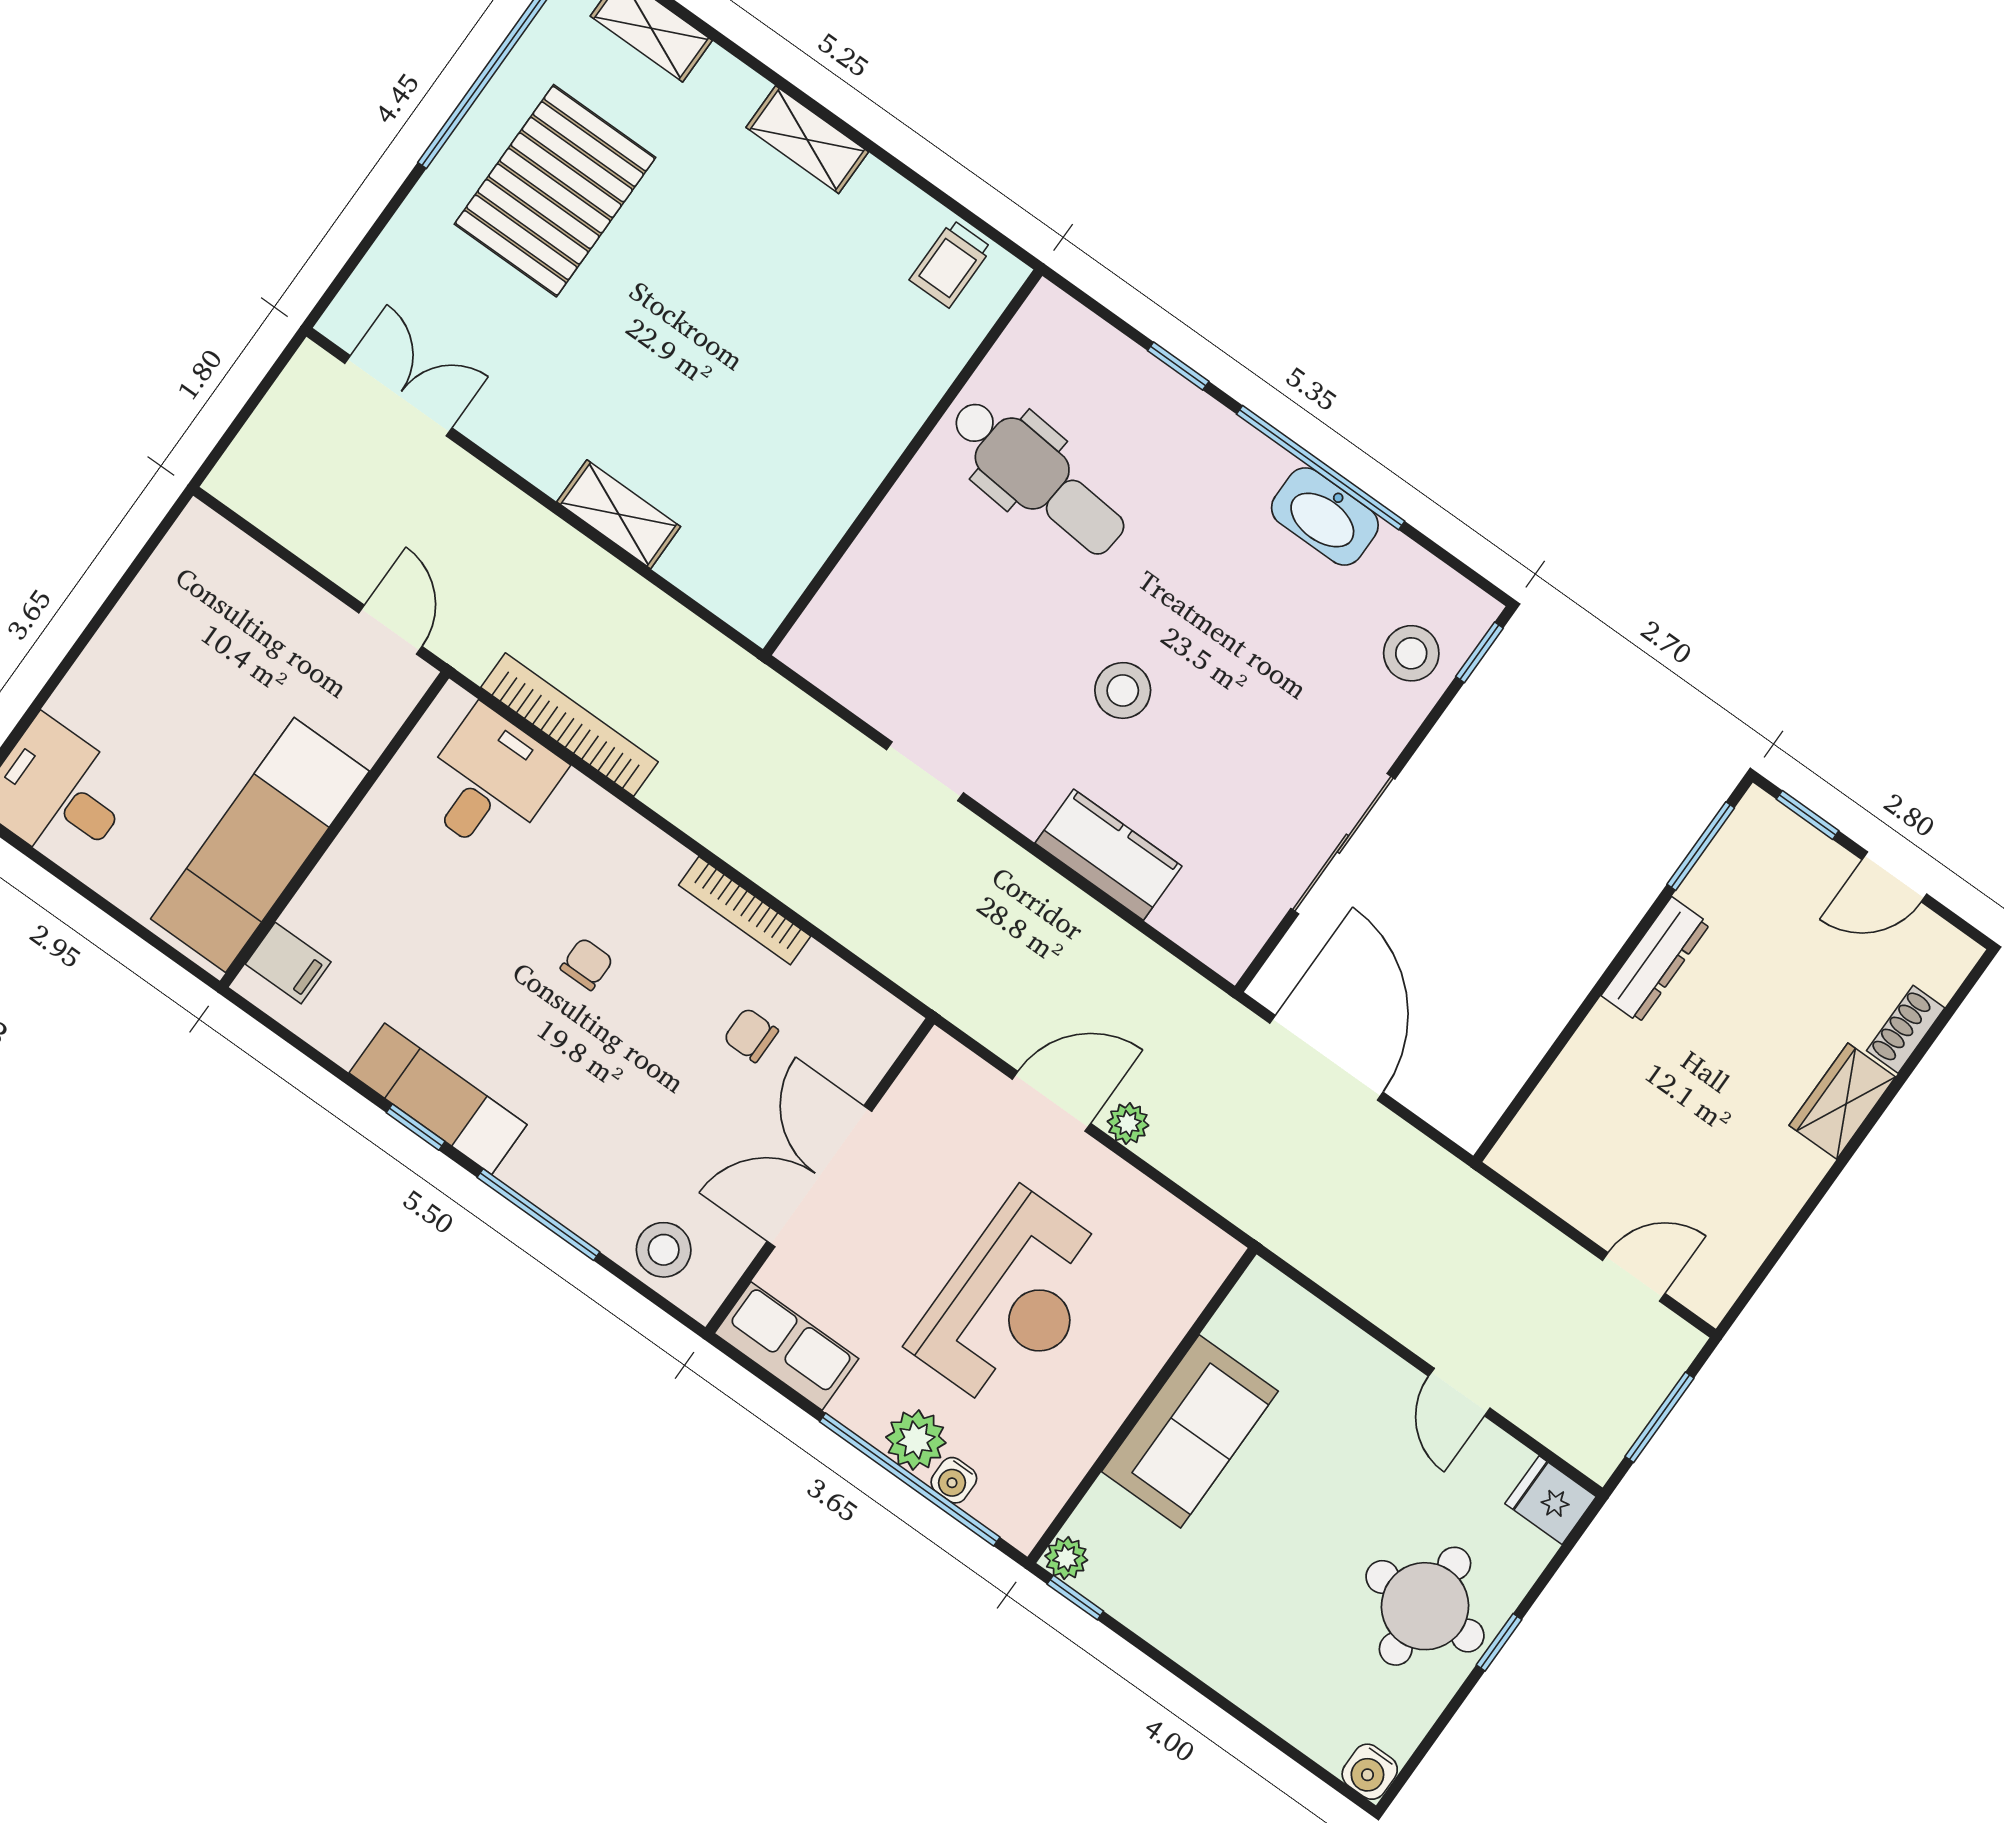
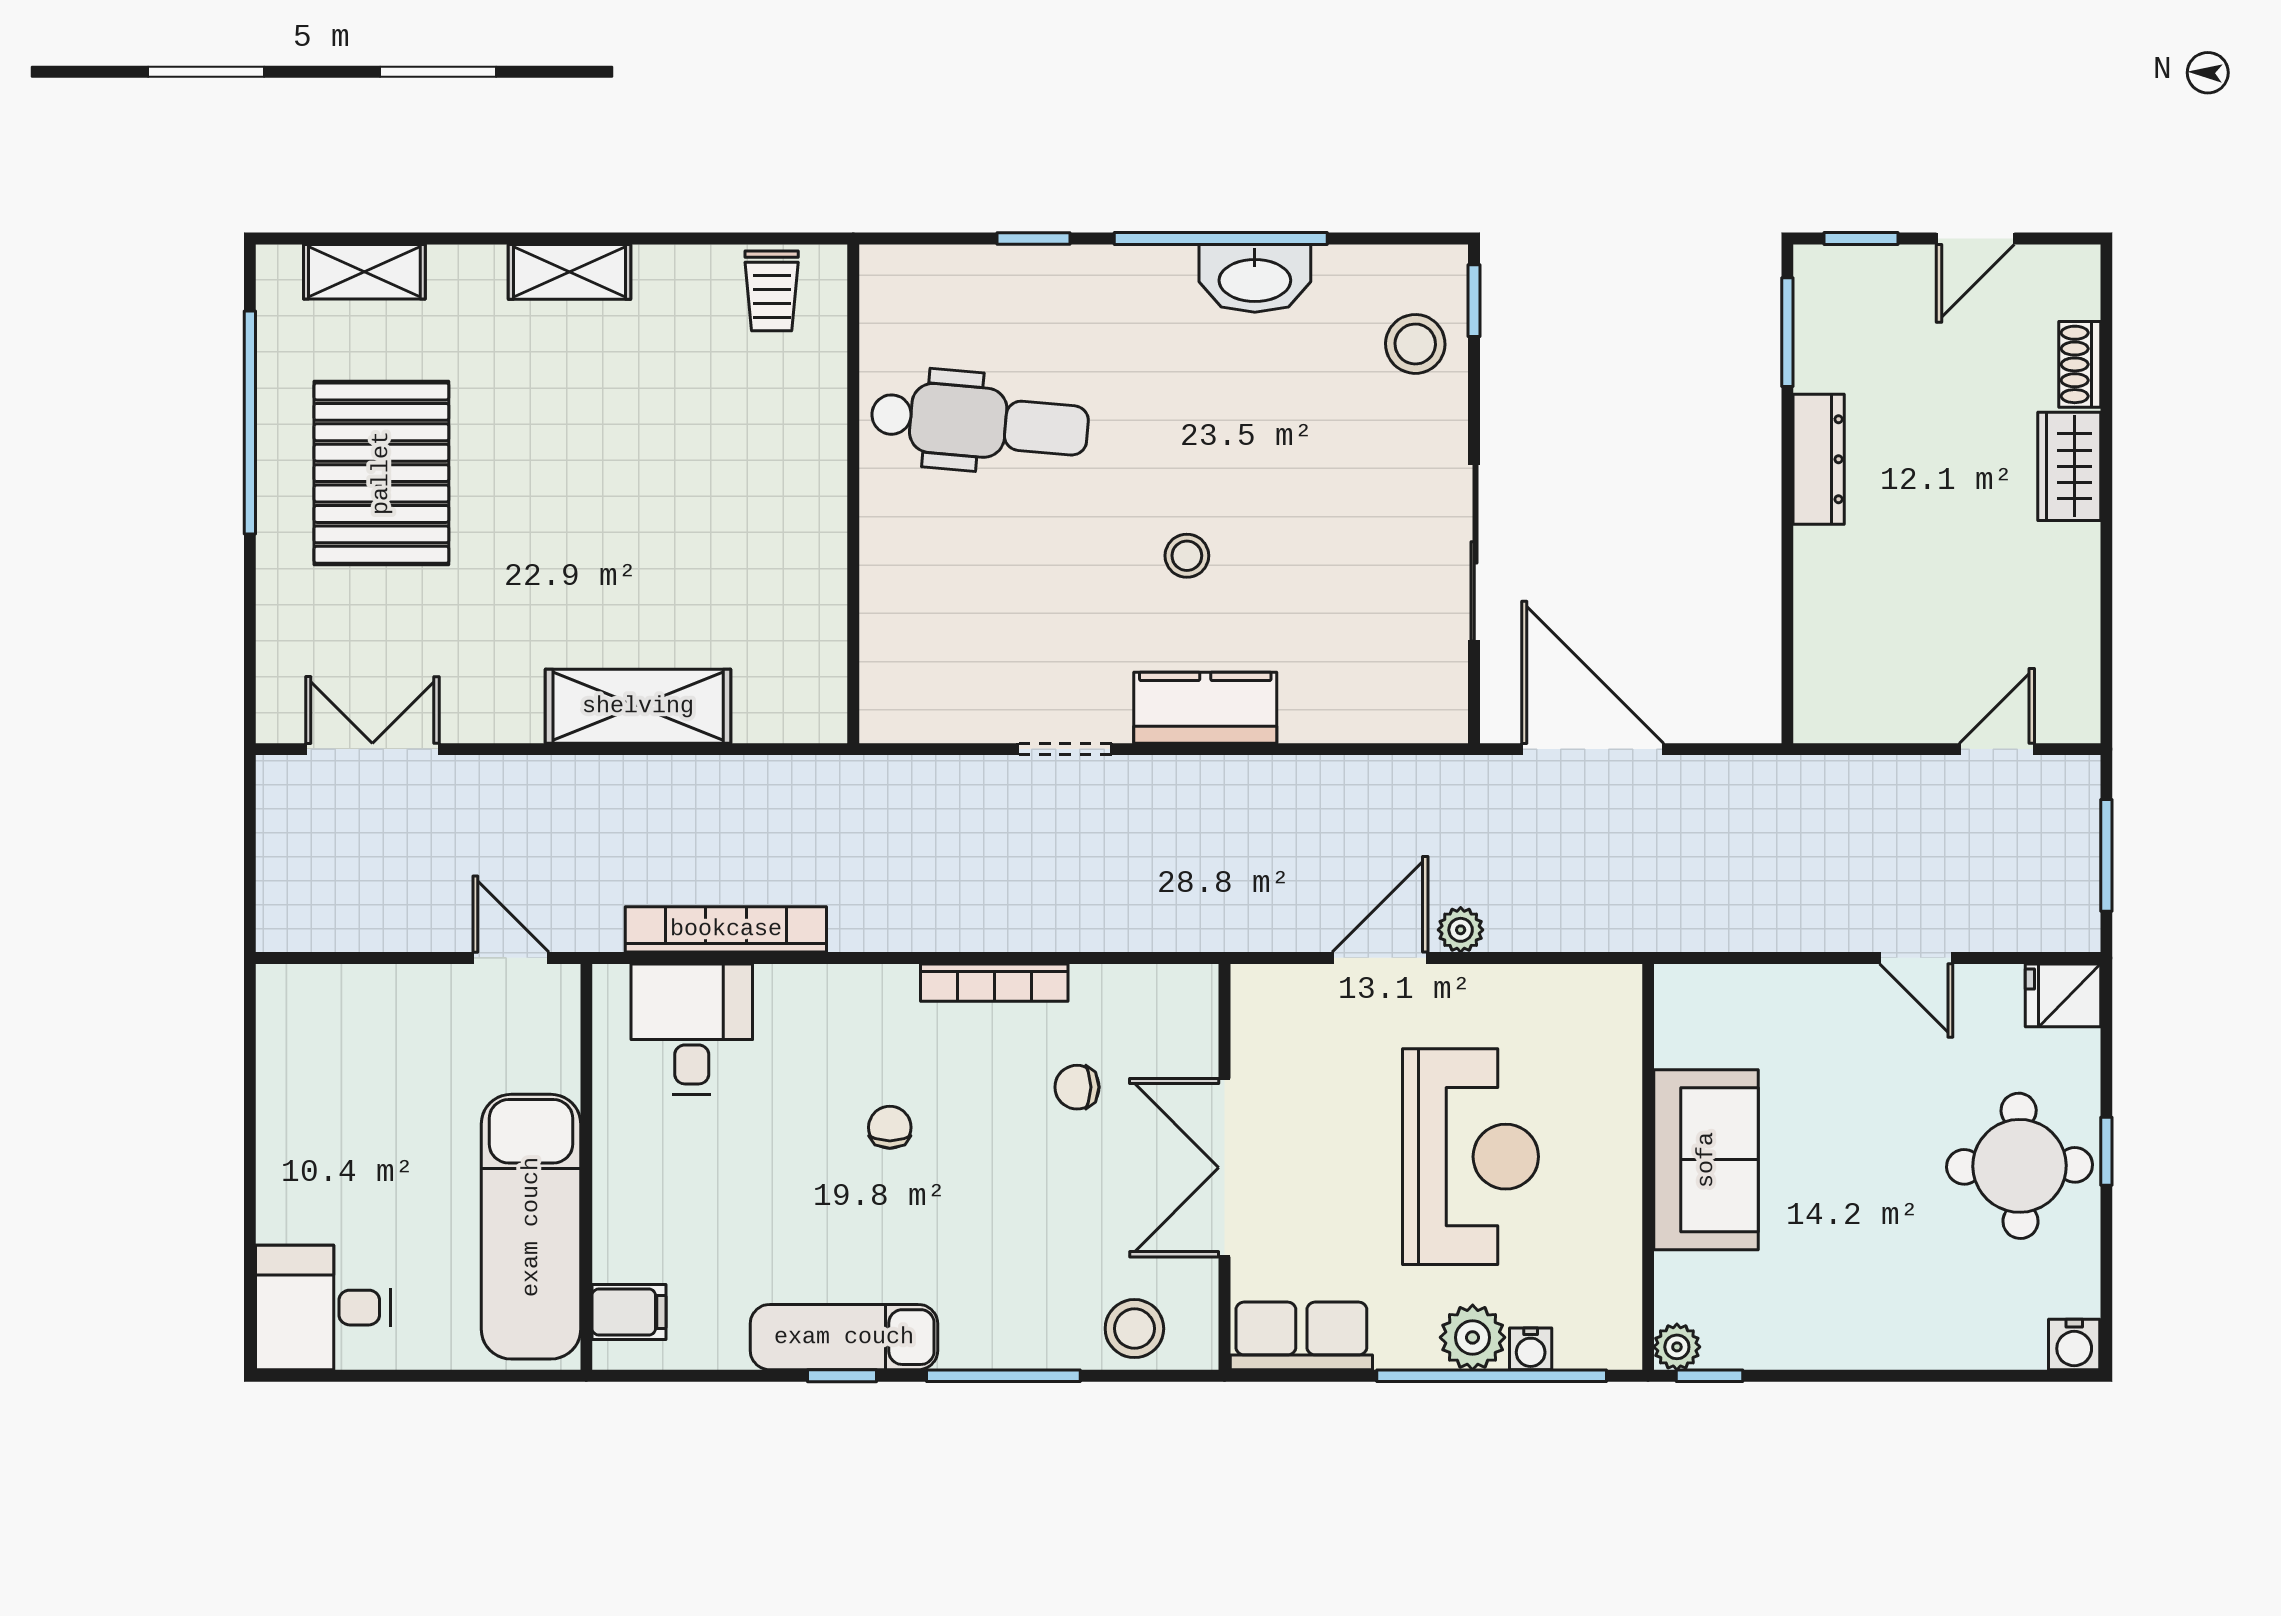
shelving: (619, 514) -> (638, 706), width x1.50, depth x1.33
stool: (1123, 690) -> (1187, 556), width x0.73, depth x0.73
kitchen counter: (1108, 855) -> (1205, 708), moved

